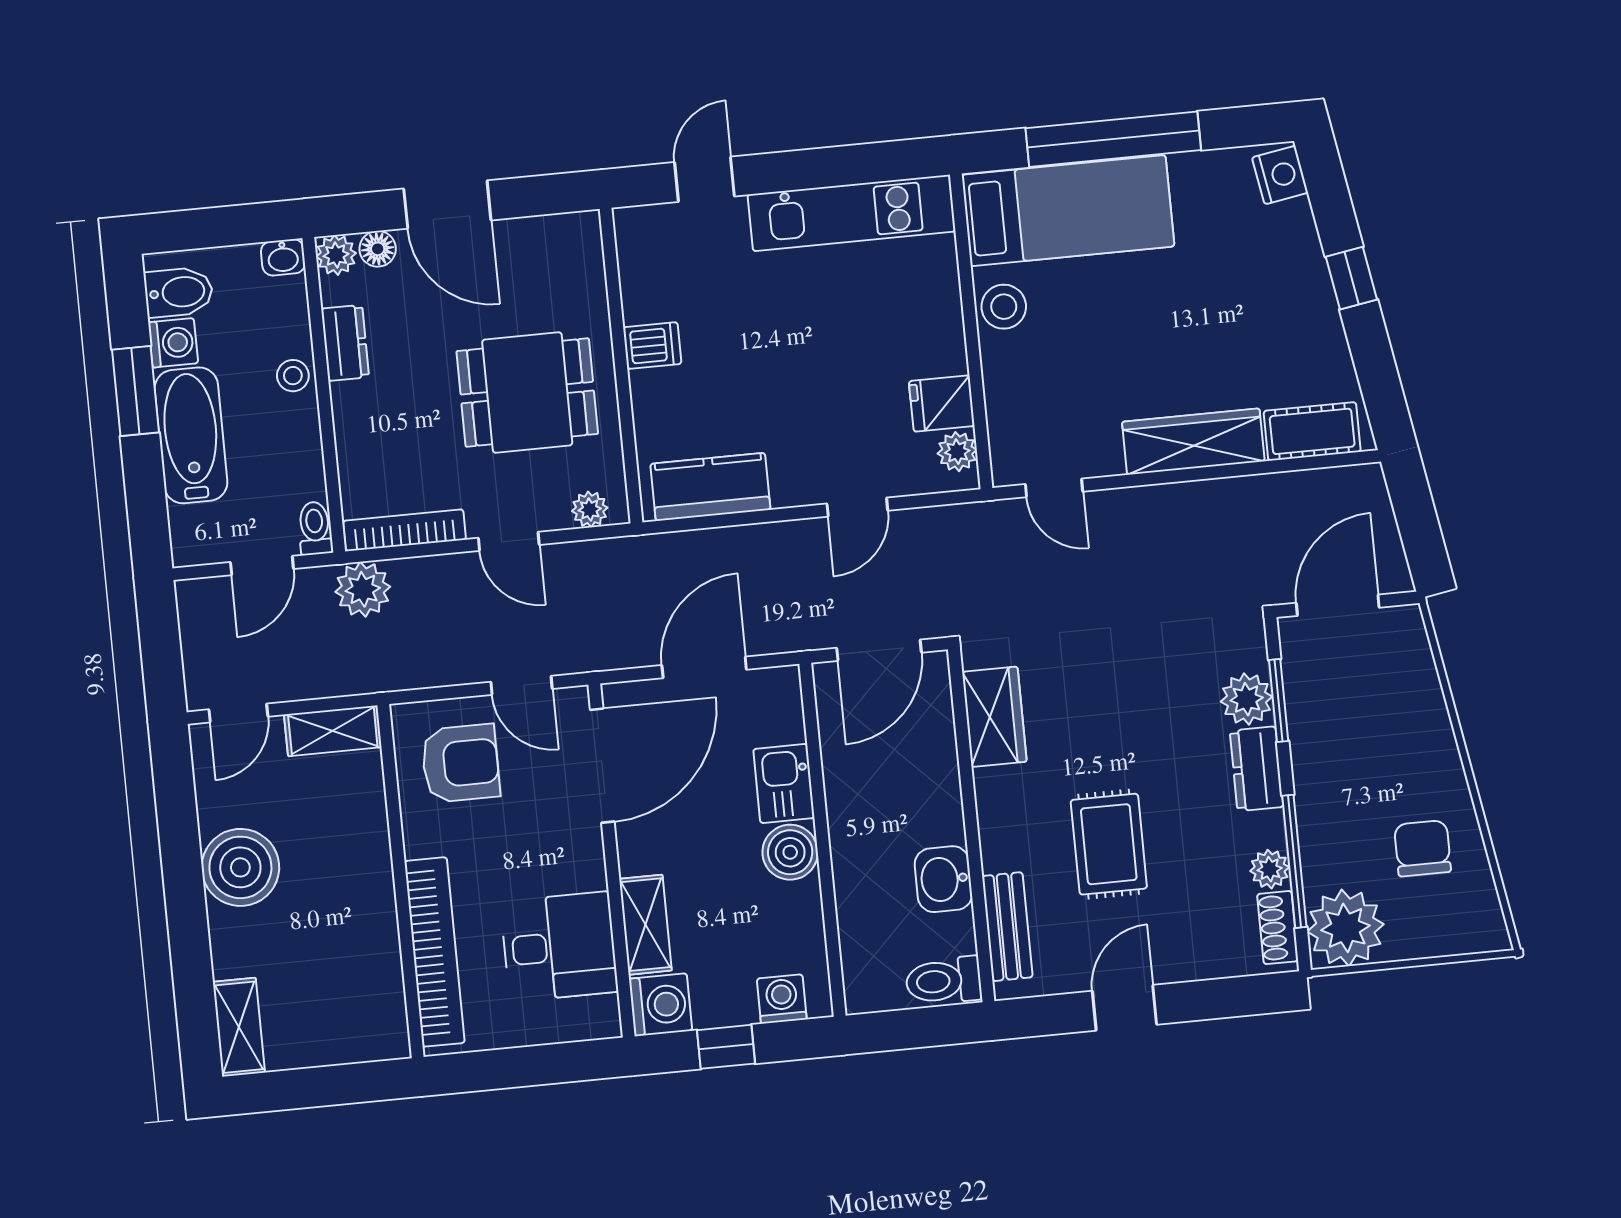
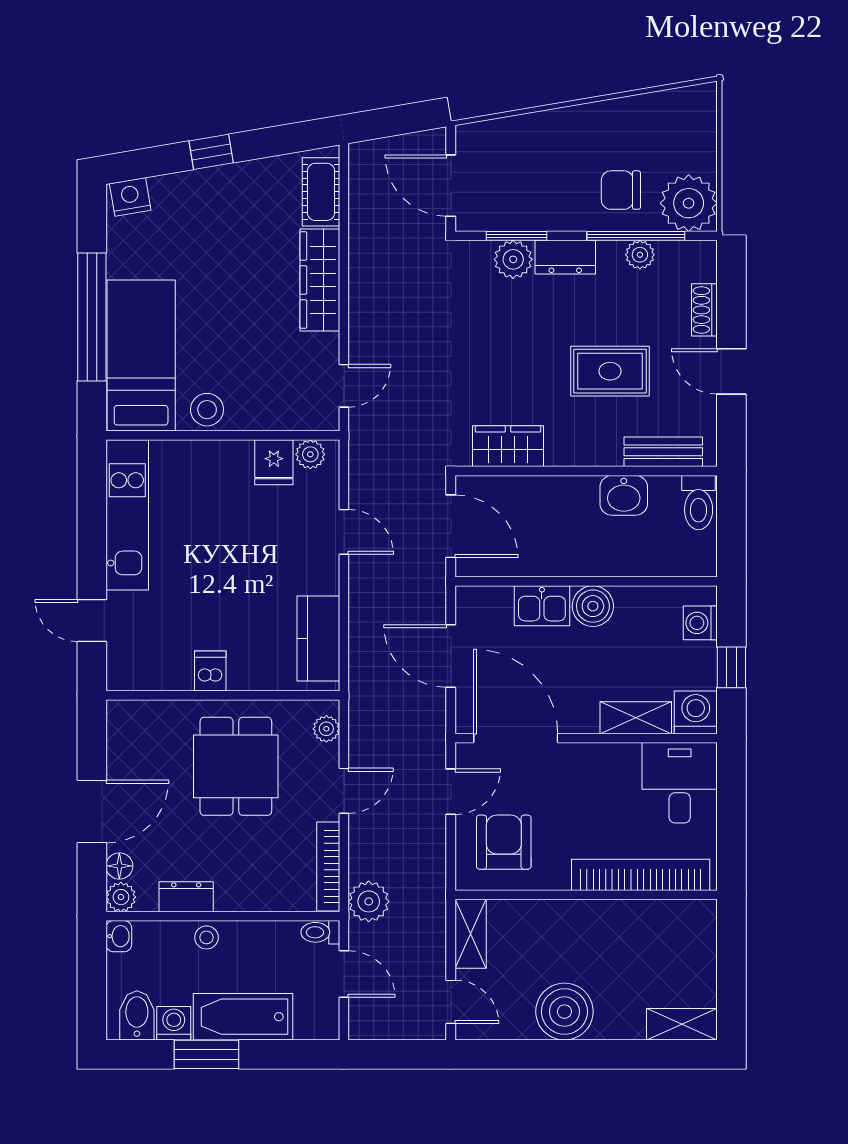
chair: (1423, 848) -> (621, 190), moved
shoe rack: (1278, 928) -> (704, 310), moved, turned 90
desk: (559, 947) -> (680, 783), moved

